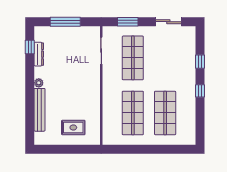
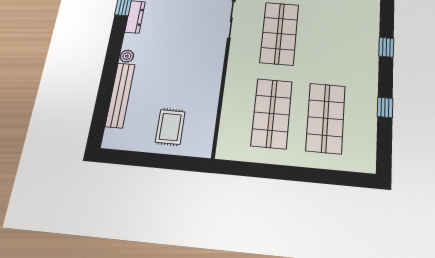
window: (200, 91) -> (385, 107), moved
rug: (73, 128) -> (170, 127), turned 90

